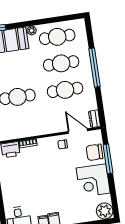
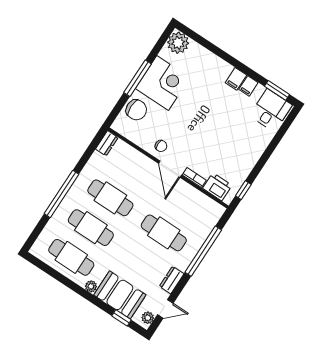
door: (78, 131) -> (170, 169), moved
window: (108, 159) -> (138, 78), moved

